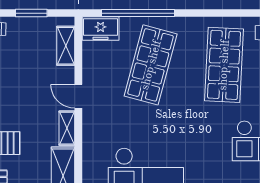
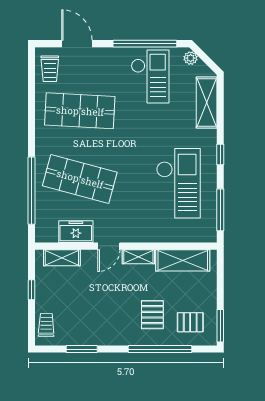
window: (31, 13) -> (32, 290), width x0.67
freezer: (101, 29) -> (76, 232), moved, turned -90

